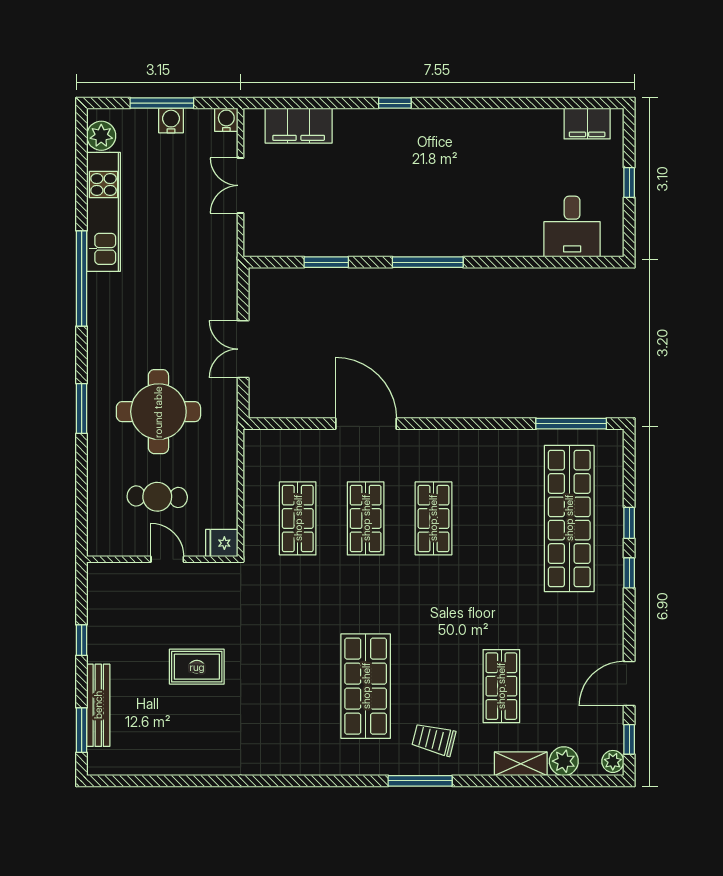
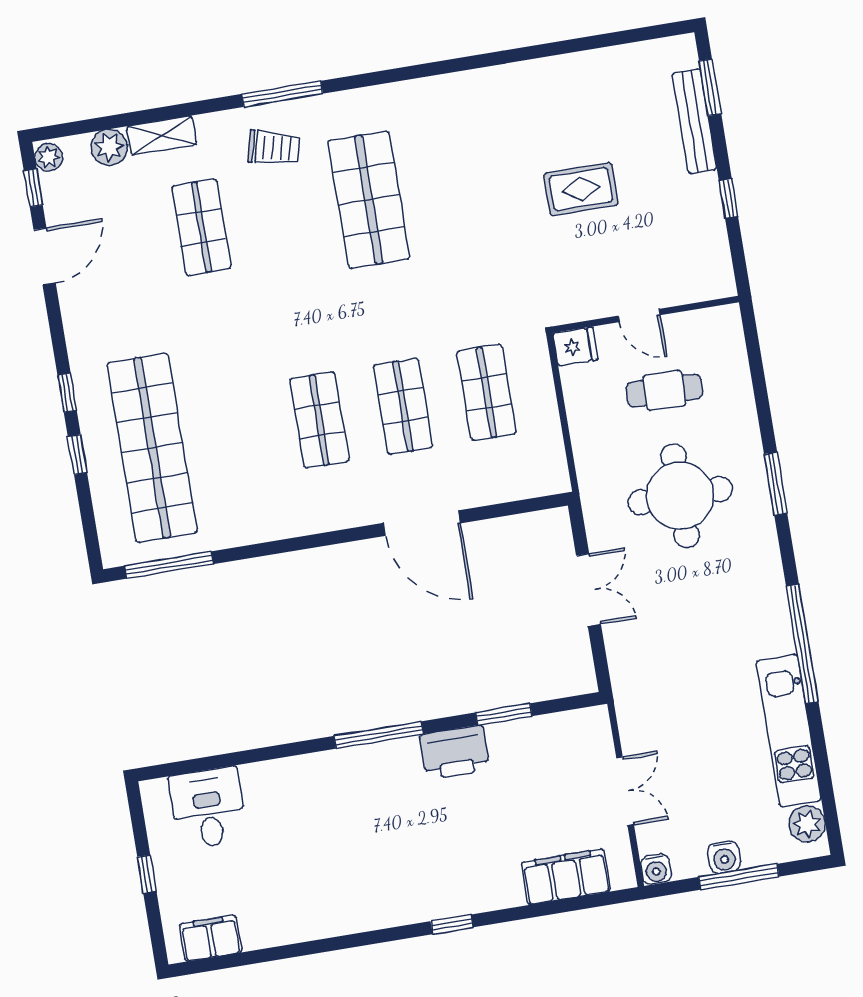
printer: (370, 238) -> (455, 752), added

